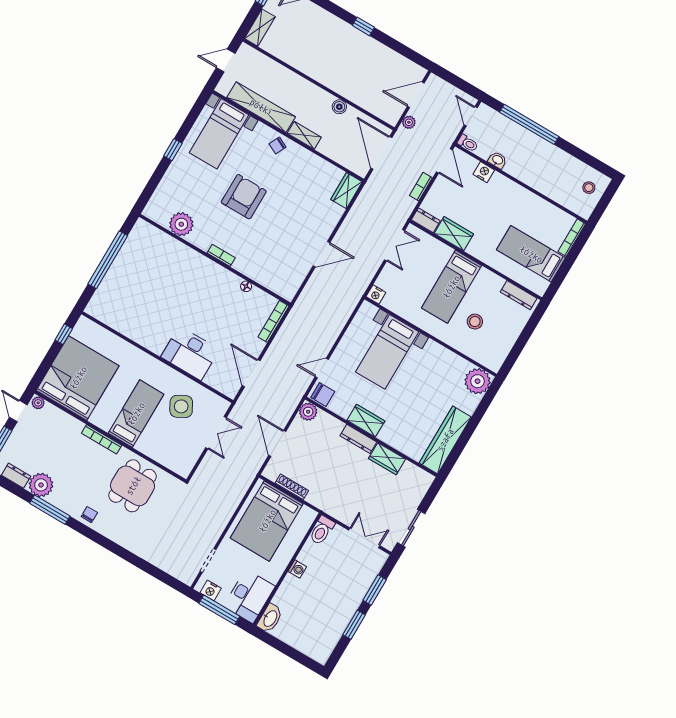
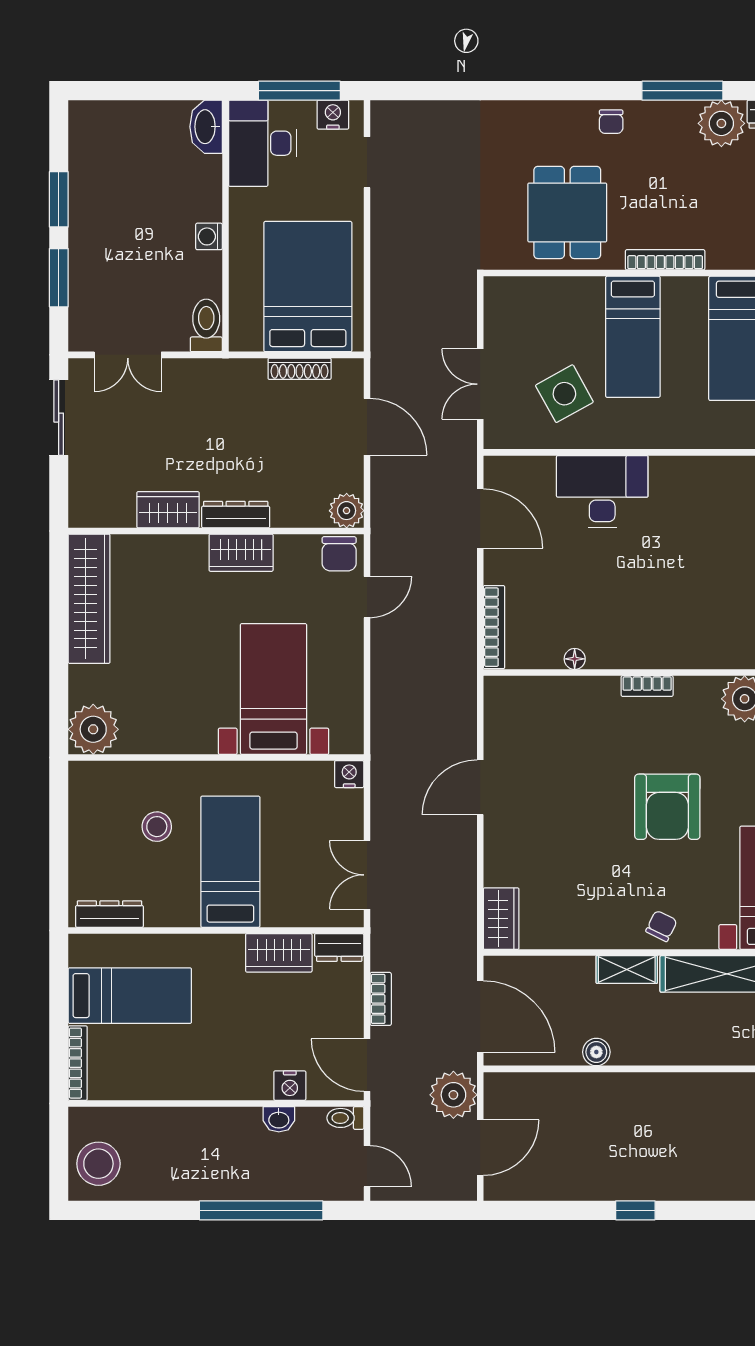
plant: (409, 122) -> (453, 1095), width x1.88, depth x1.88
stool: (589, 188) -> (98, 1164), width x1.89, depth x1.89
chair: (323, 395) -> (339, 554), turned -90

